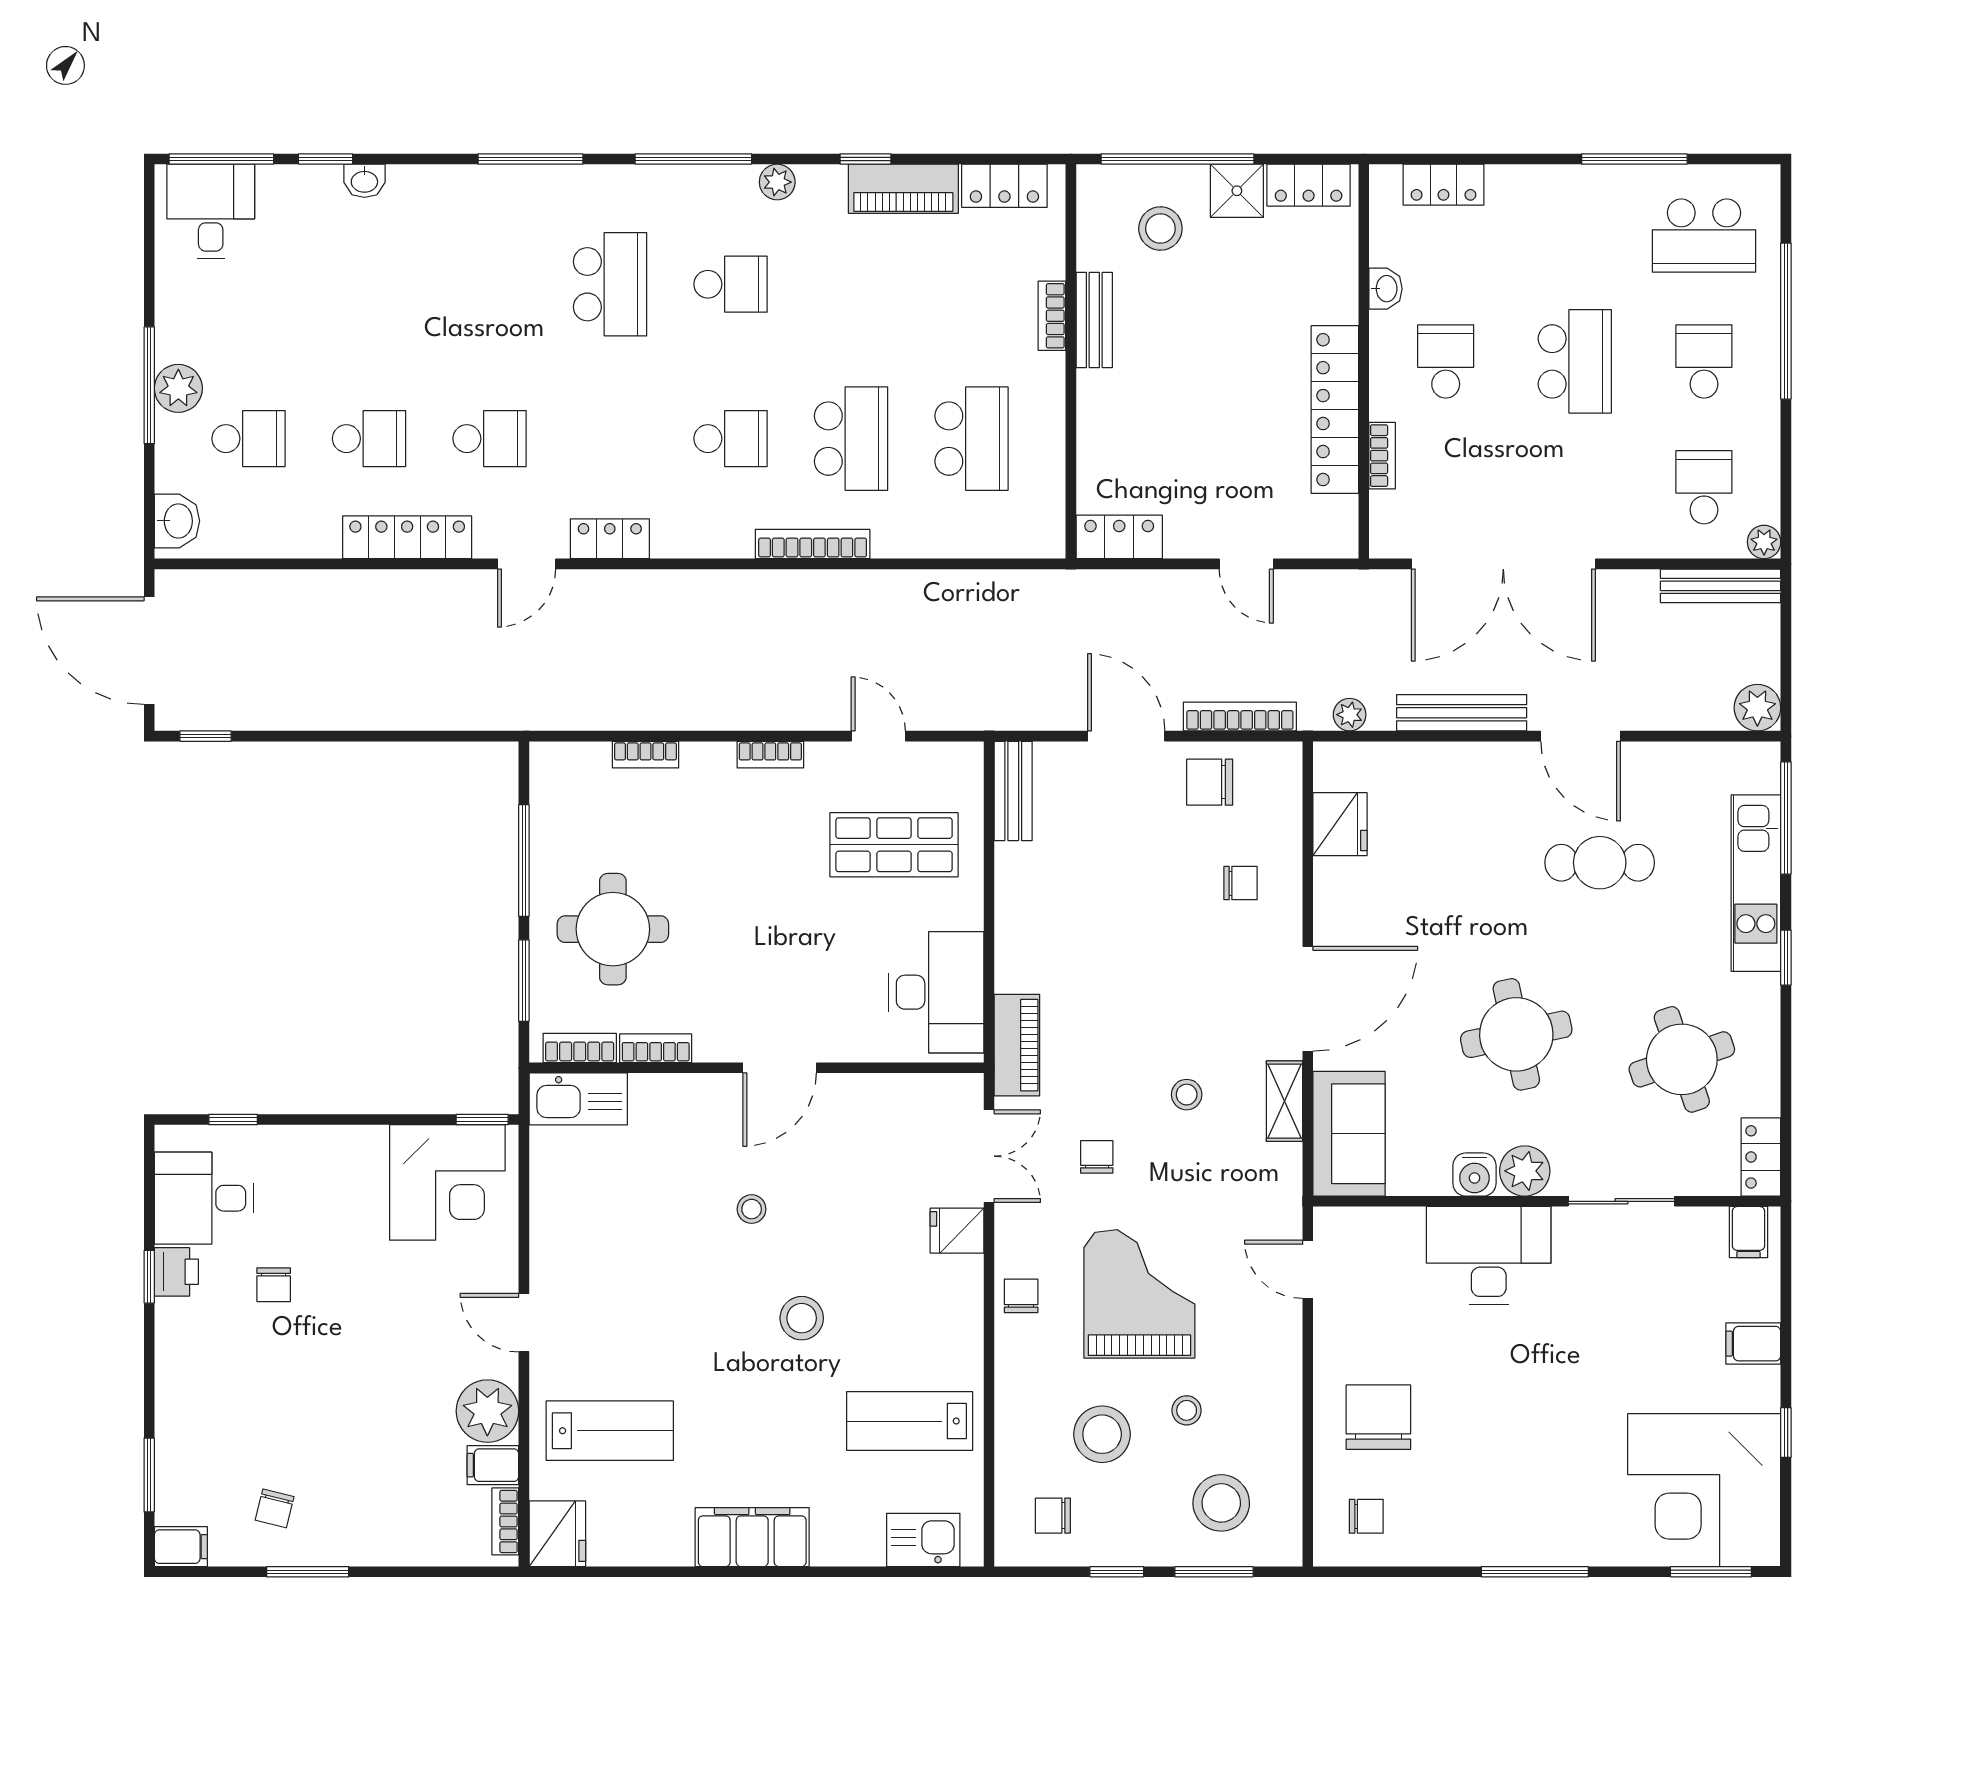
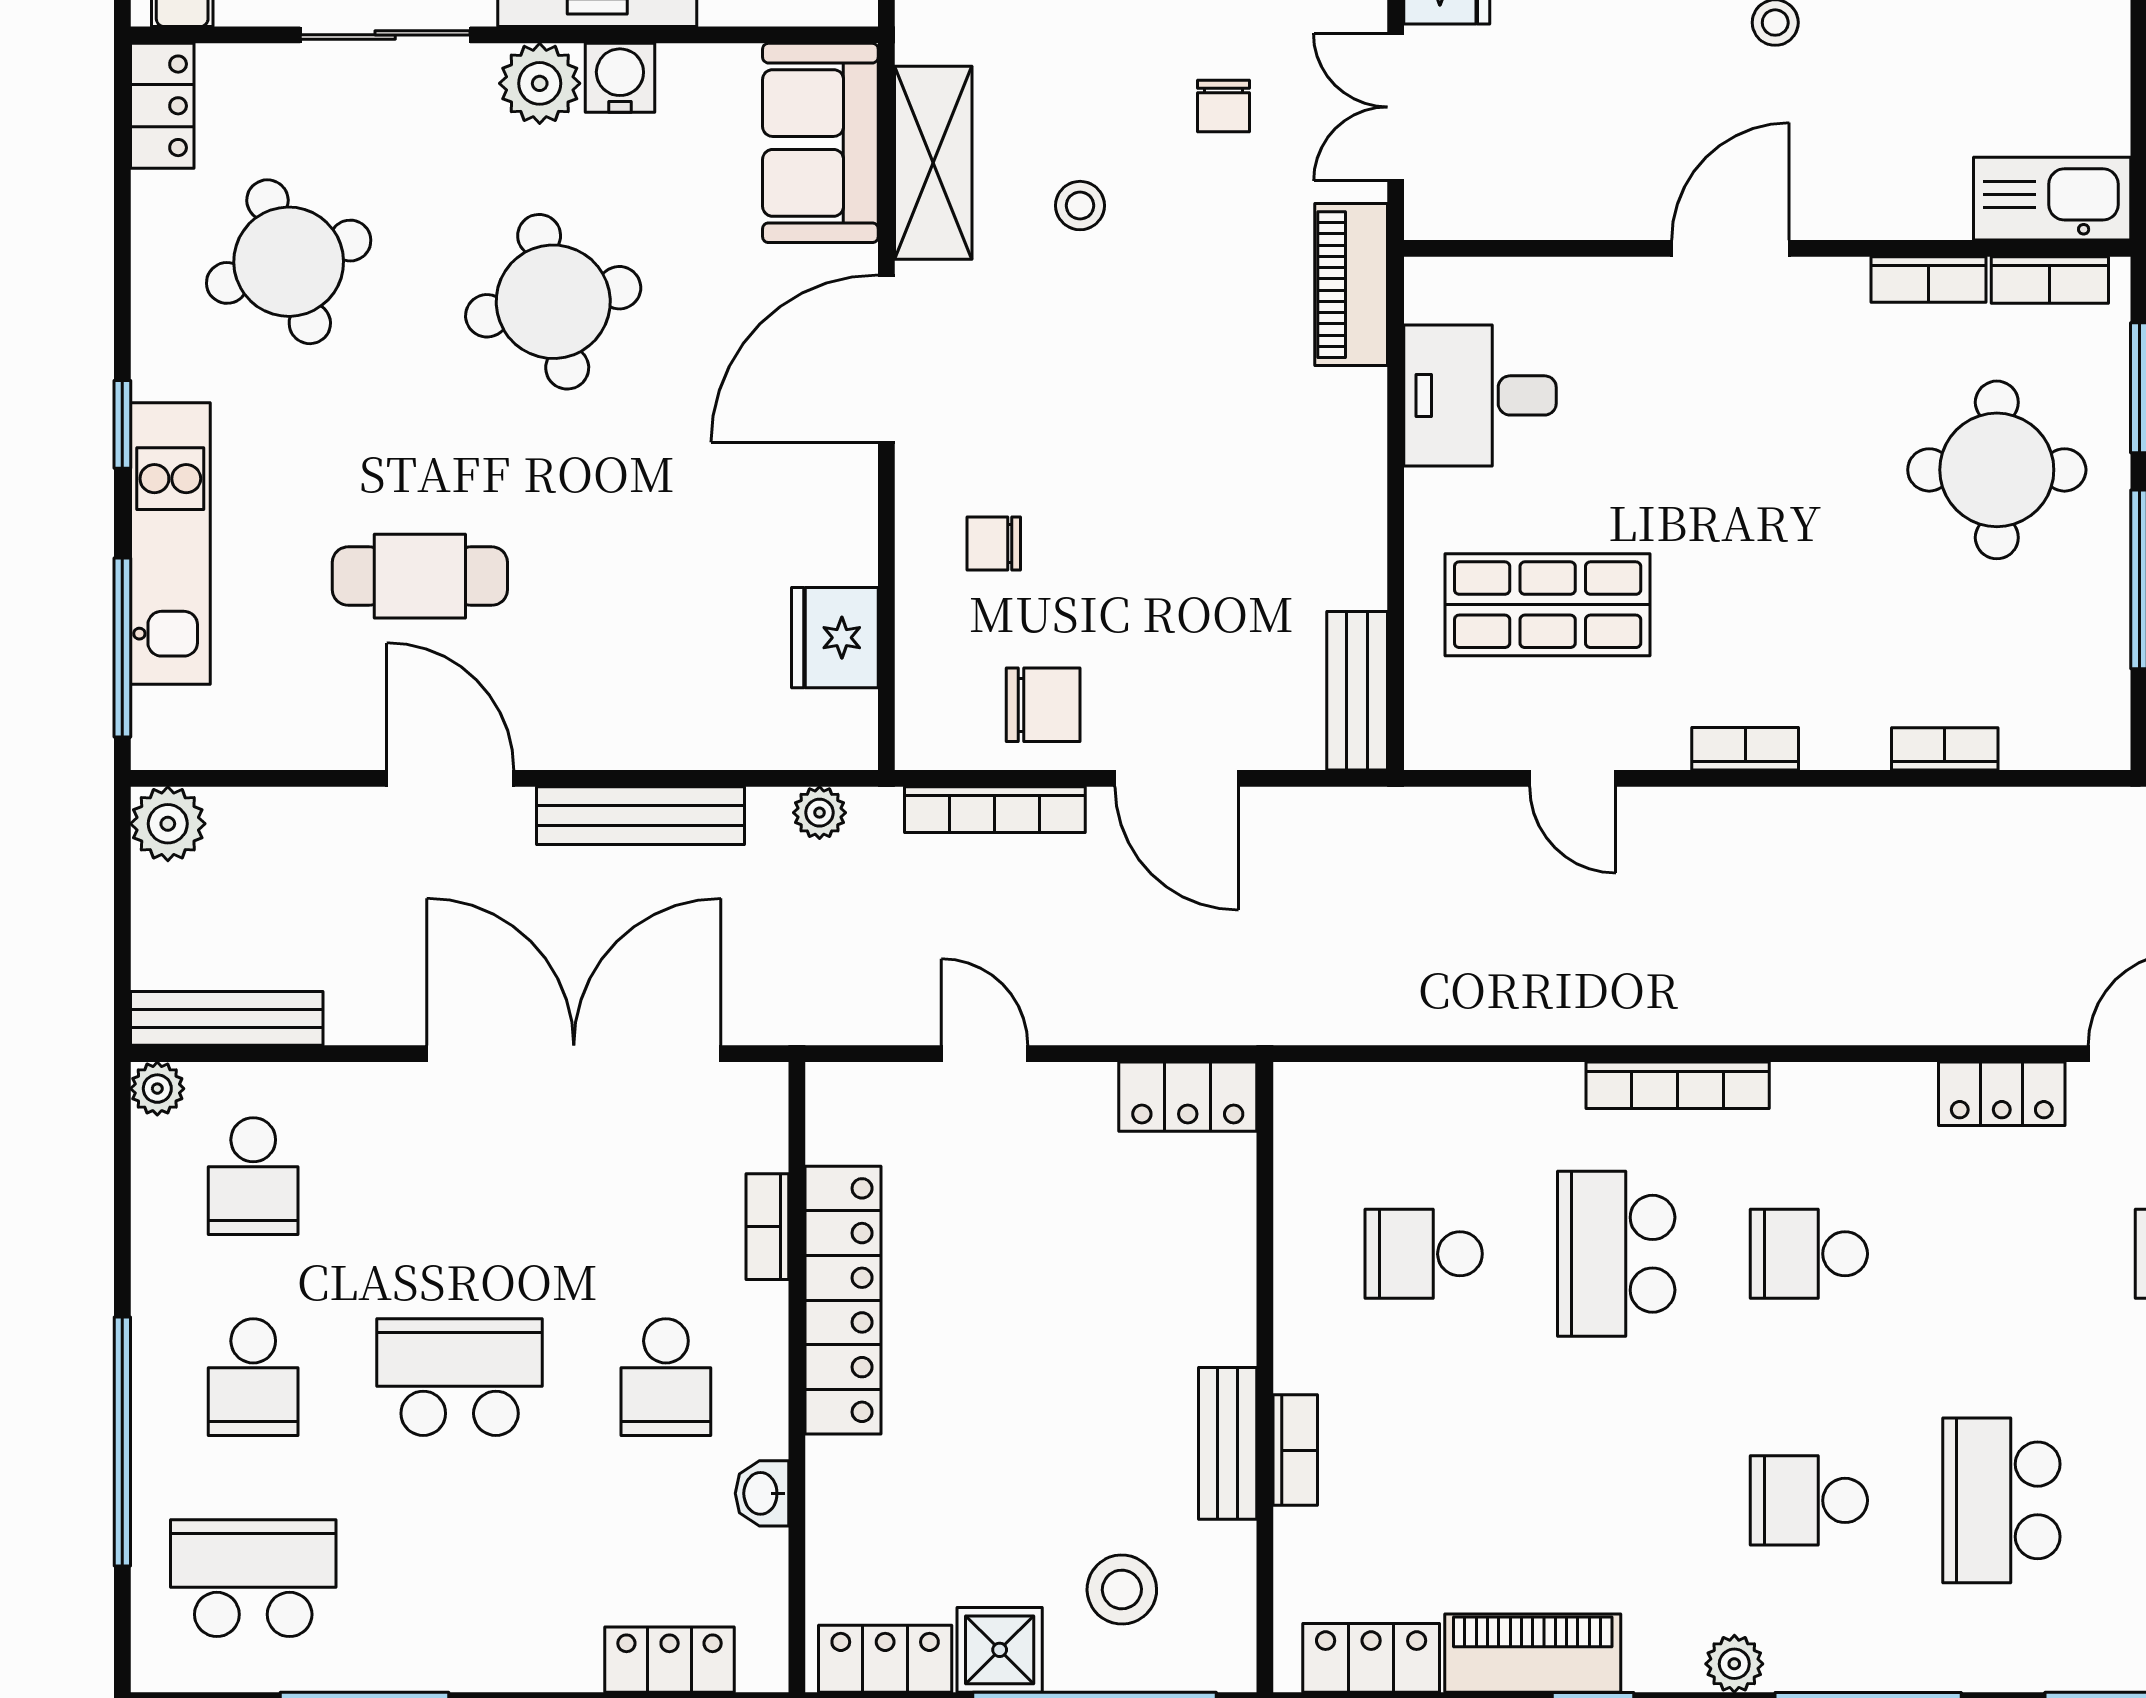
school desk: (1575, 361) -> (460, 1377), turned 90
school desk: (972, 439) -> (1424, 1254), width x0.54
desk: (936, 992) -> (1480, 395), width x0.73
shelving: (1285, 1101) -> (933, 163), width x1.50, depth x1.33

